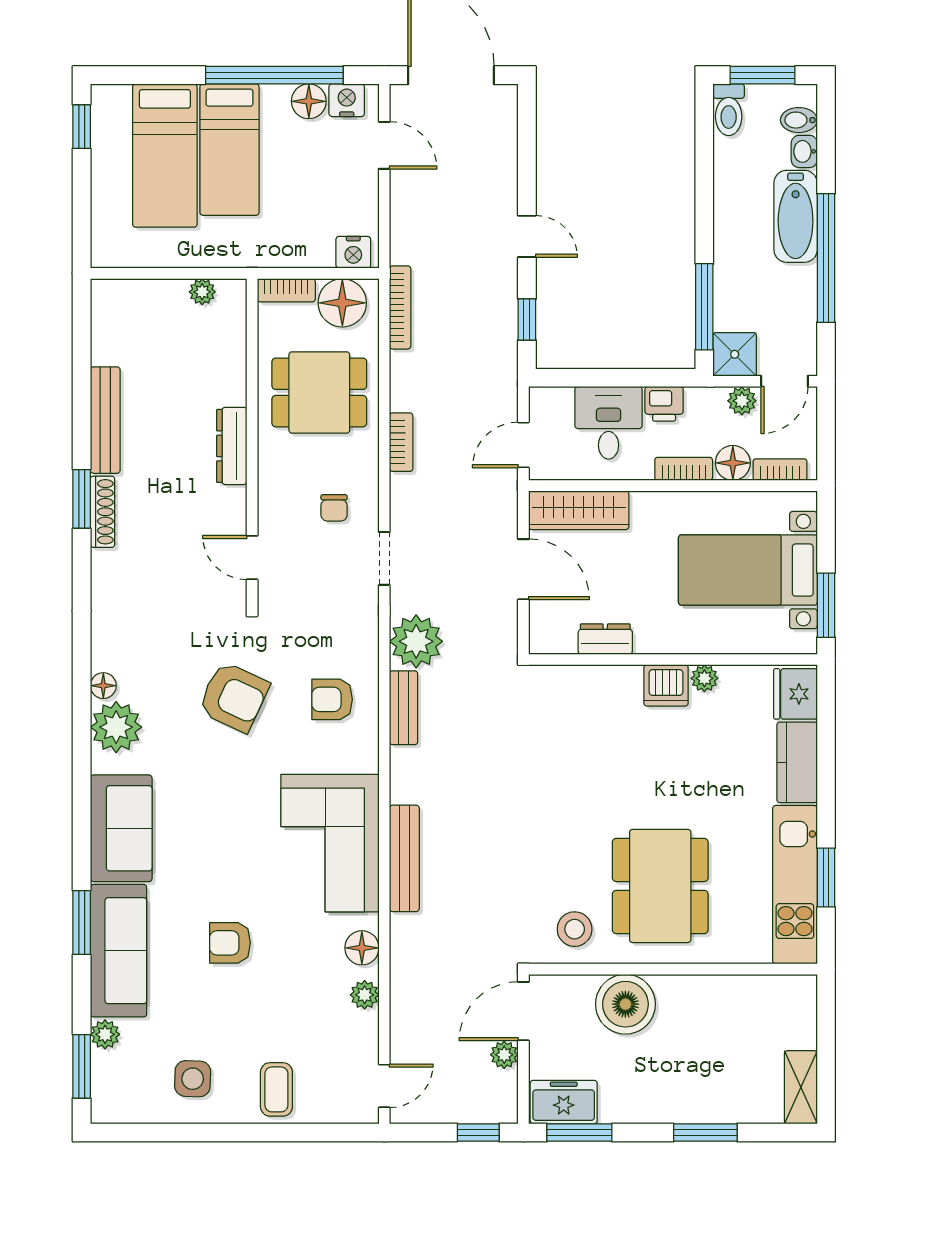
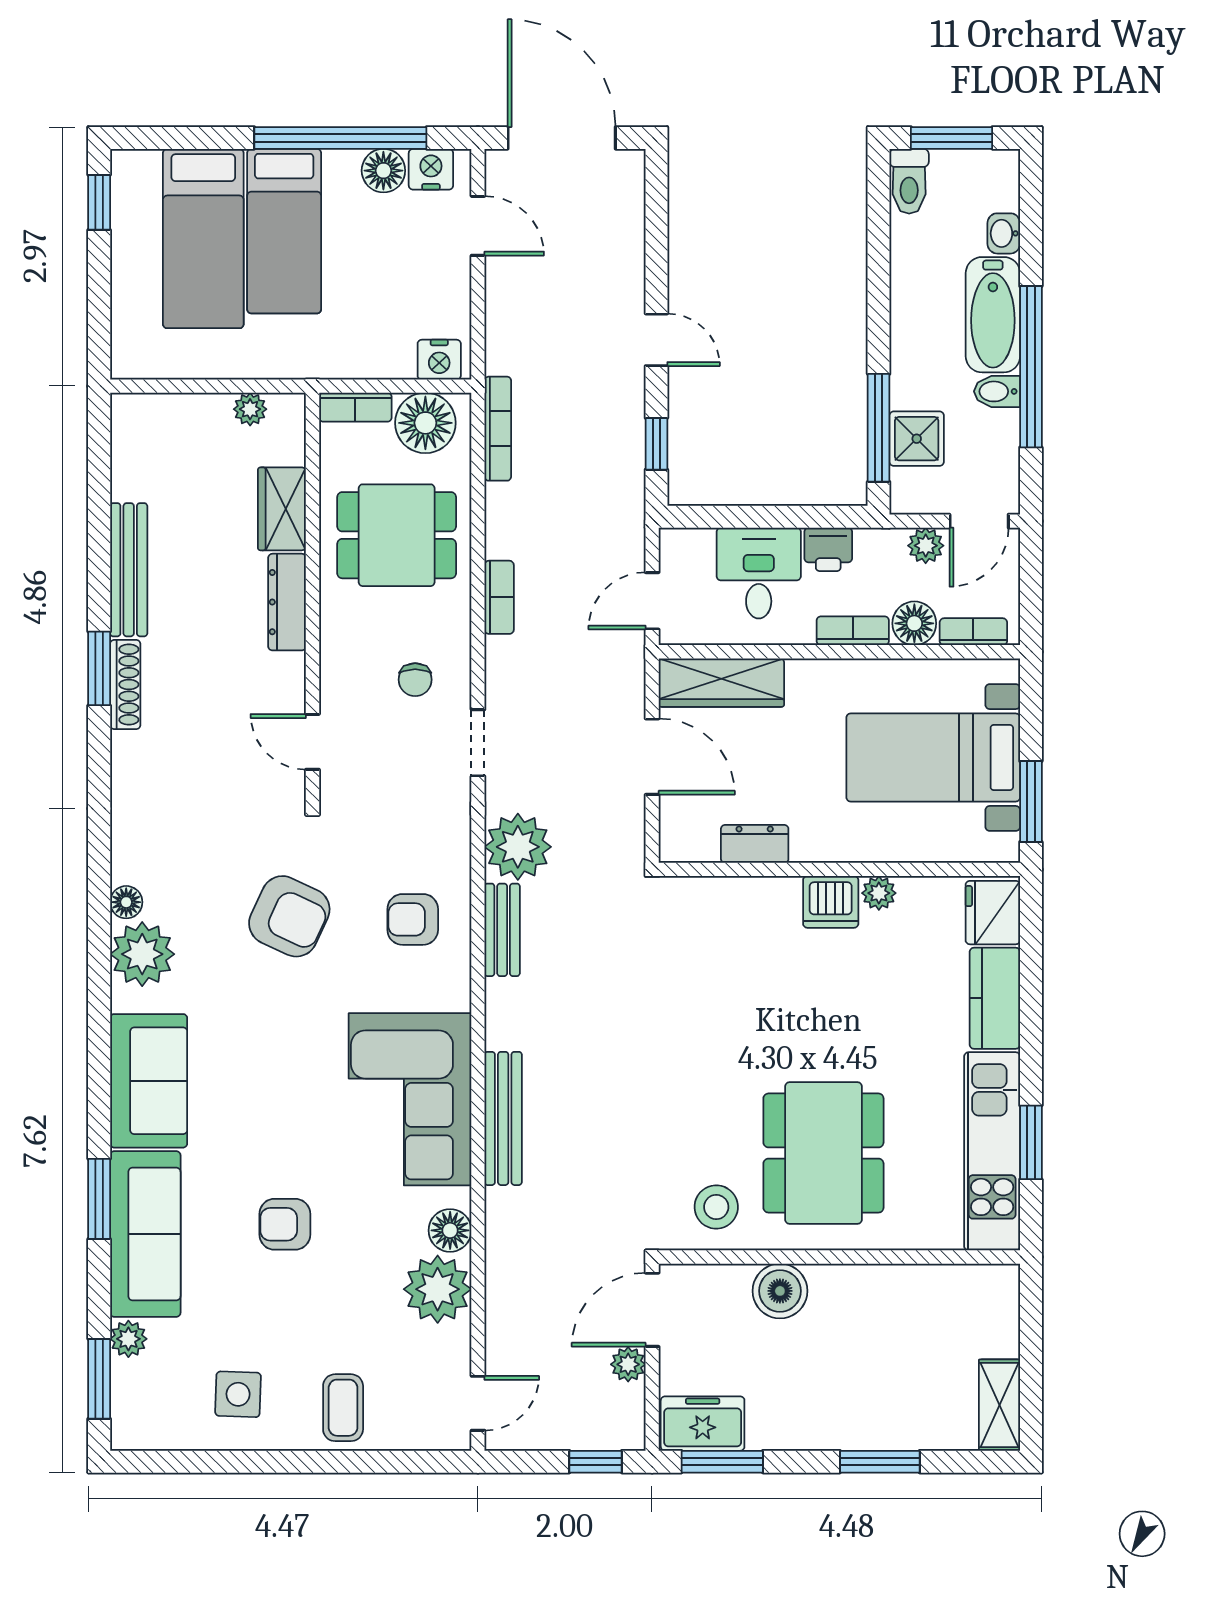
bidet: (799, 120) -> (997, 391), moved
shower: (735, 354) -> (917, 439), moved
wardrobe: (228, 371) -> (282, 509), added
plant: (365, 995) -> (438, 1289), width x1.88, depth x1.88
boiler: (625, 1004) -> (780, 1291), width x0.73, depth x0.73

